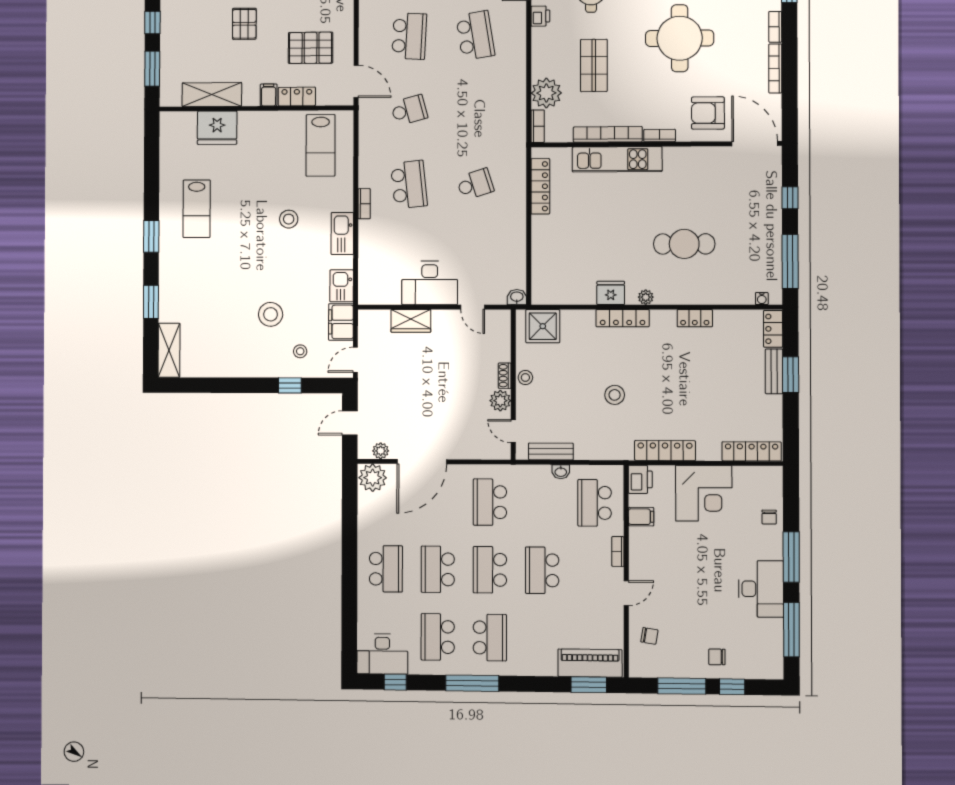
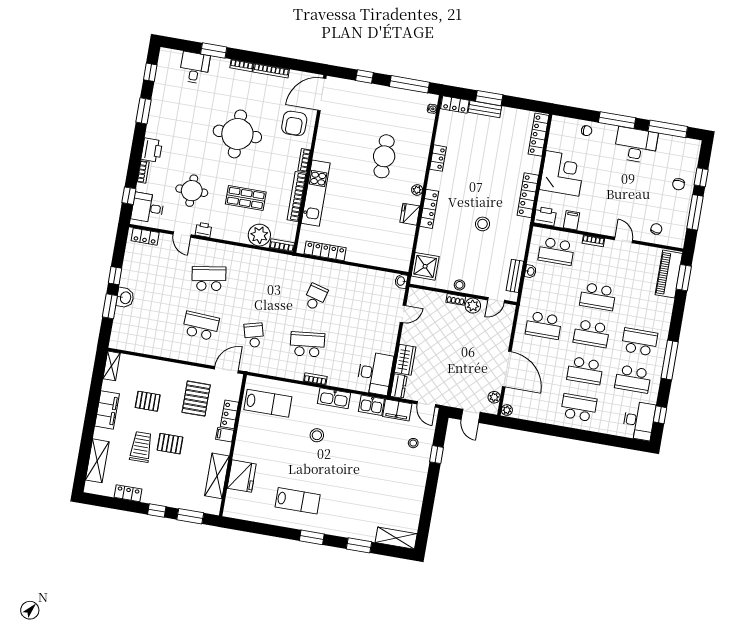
school desk: (475, 184) -> (315, 297), turned 33
desk: (430, 283) -> (375, 373), moved
stool: (271, 314) -> (383, 460), removed
dresser: (374, 318) -> (399, 386), added
plant: (373, 478) -> (507, 410), width x0.53, depth x0.53

